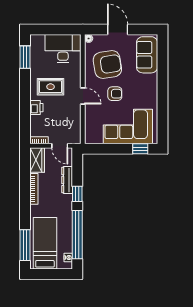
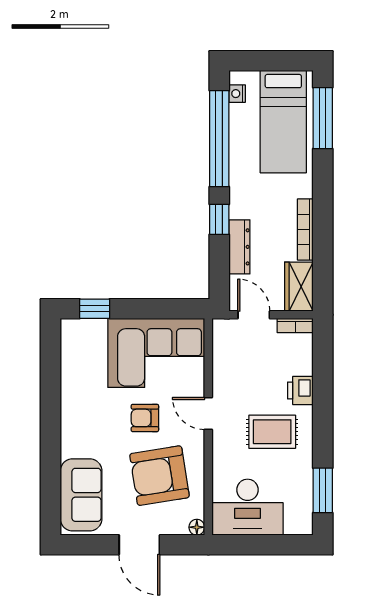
corner sofa: (128, 126) -> (156, 353), moved

